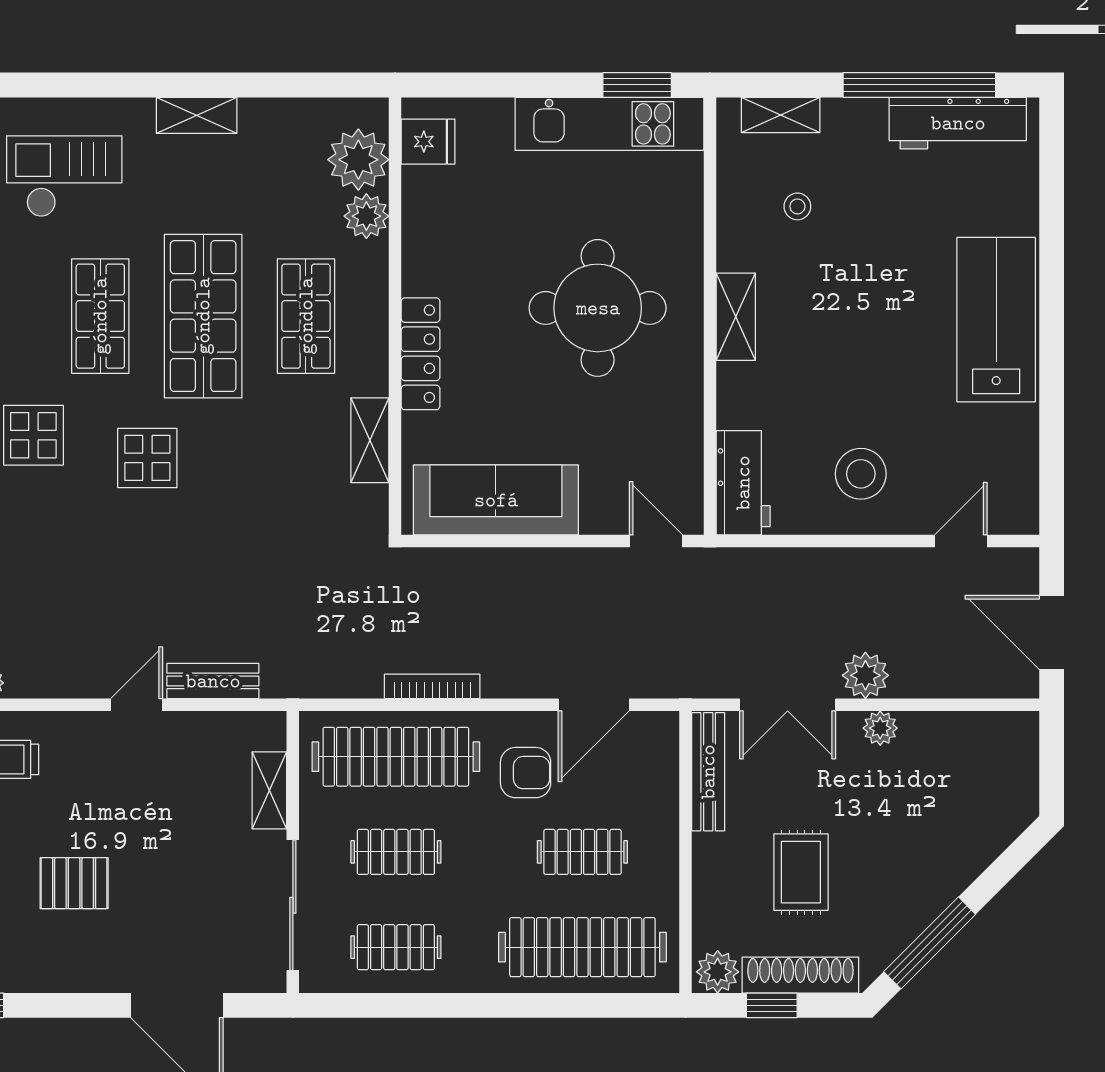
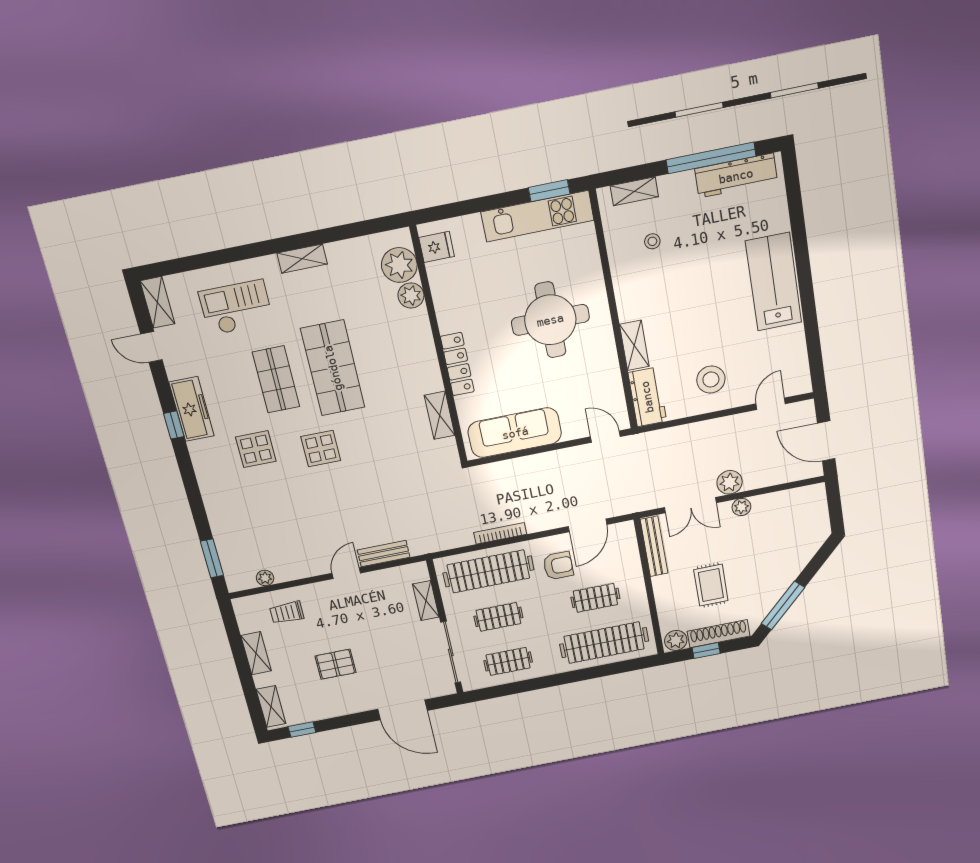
shop shelf: (306, 316) -> (390, 357), removed
shelving: (736, 317) -> (634, 345), moved

